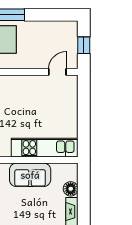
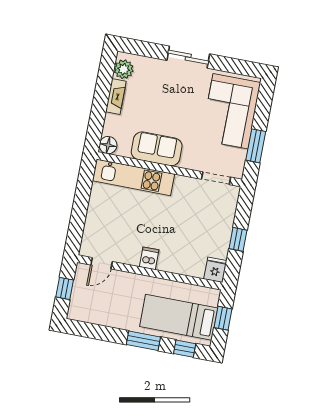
dishwasher: (19, 83) -> (149, 258), added
floor lamp: (71, 189) -> (108, 145), moved

